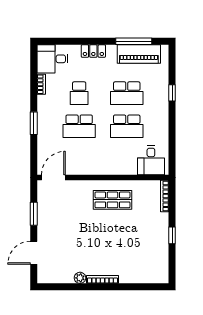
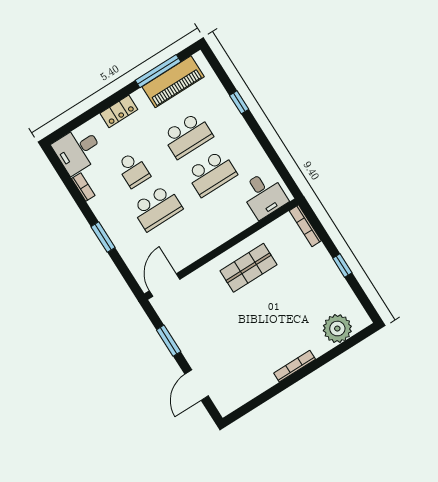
plant: (80, 278) -> (337, 329), moved, width x1.88, depth x1.88

